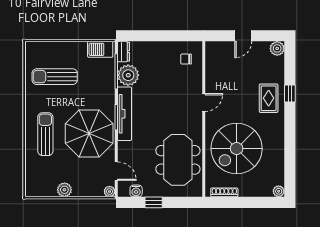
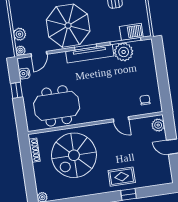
plant: (277, 48) -> (158, 125), moved
barbecue: (100, 49) -> (131, 32), moved, turned 90
dresser: (124, 52) -> (143, 45), removed
door: (204, 103) -> (121, 119), moved
spiral stairs: (237, 149) -> (74, 155), turned -90
plant: (64, 190) -> (20, 34), moved

